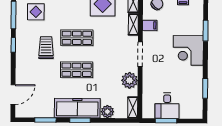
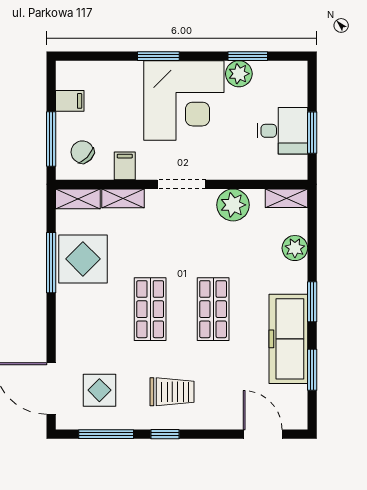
window: (206, 31) -> (158, 56), moved
trolley: (46, 48) -> (172, 392), moved, turned 180
corner desk: (188, 50) -> (184, 101), width x1.36, depth x1.36
plant: (196, 84) -> (239, 74), added
freezer: (77, 108) -> (288, 339), moved

